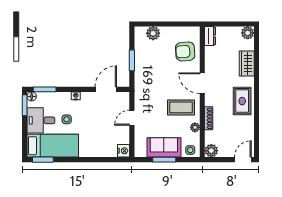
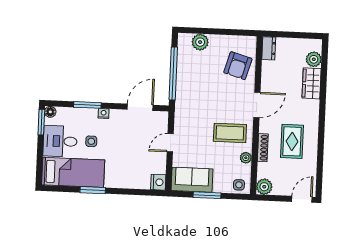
plant: (248, 33) -> (314, 59), moved
armchair: (185, 51) -> (238, 66), turned -70
window: (132, 60) -> (173, 74), width x2.11
door: (202, 83) -> (257, 105), swing flipped
window: (45, 89) -> (87, 105), moved
rug: (242, 101) -> (292, 141), moved
sofa: (164, 147) -> (192, 180), moved
window: (43, 160) -> (93, 190), moved

